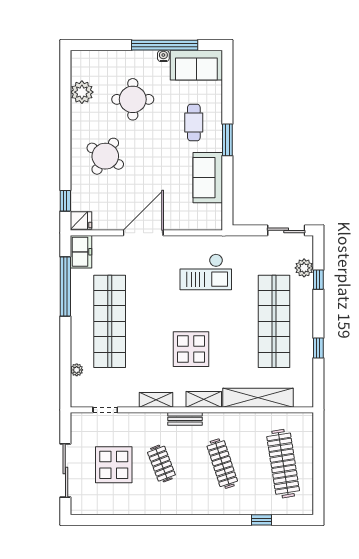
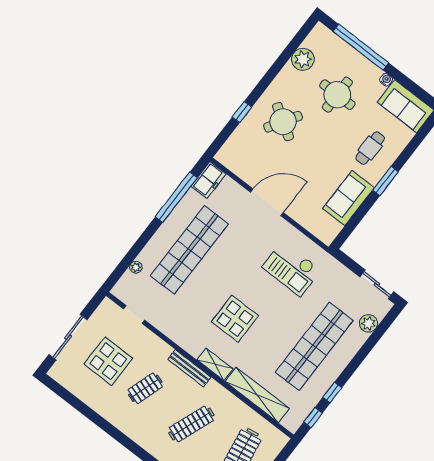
window: (165, 45) -> (361, 47), moved
window: (65, 201) -> (242, 112), moved
fridge: (81, 220) -> (227, 156), removed
window: (318, 280) -> (313, 418), moved
shelving: (156, 400) -> (178, 337), removed
bench: (185, 419) -> (189, 368), width x1.36
clothes rail: (161, 464) -> (145, 388), turned 39
clothes rail: (222, 464) -> (191, 424), turned 39

